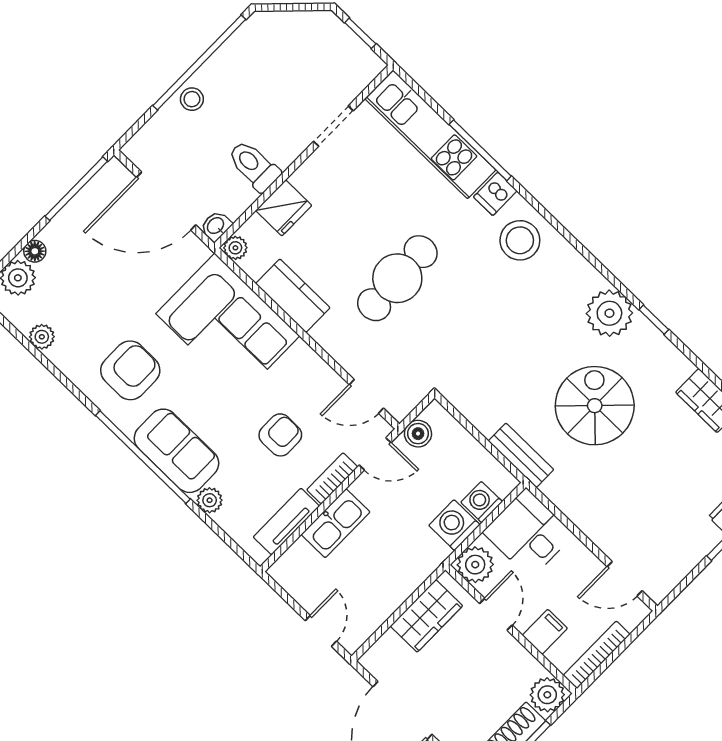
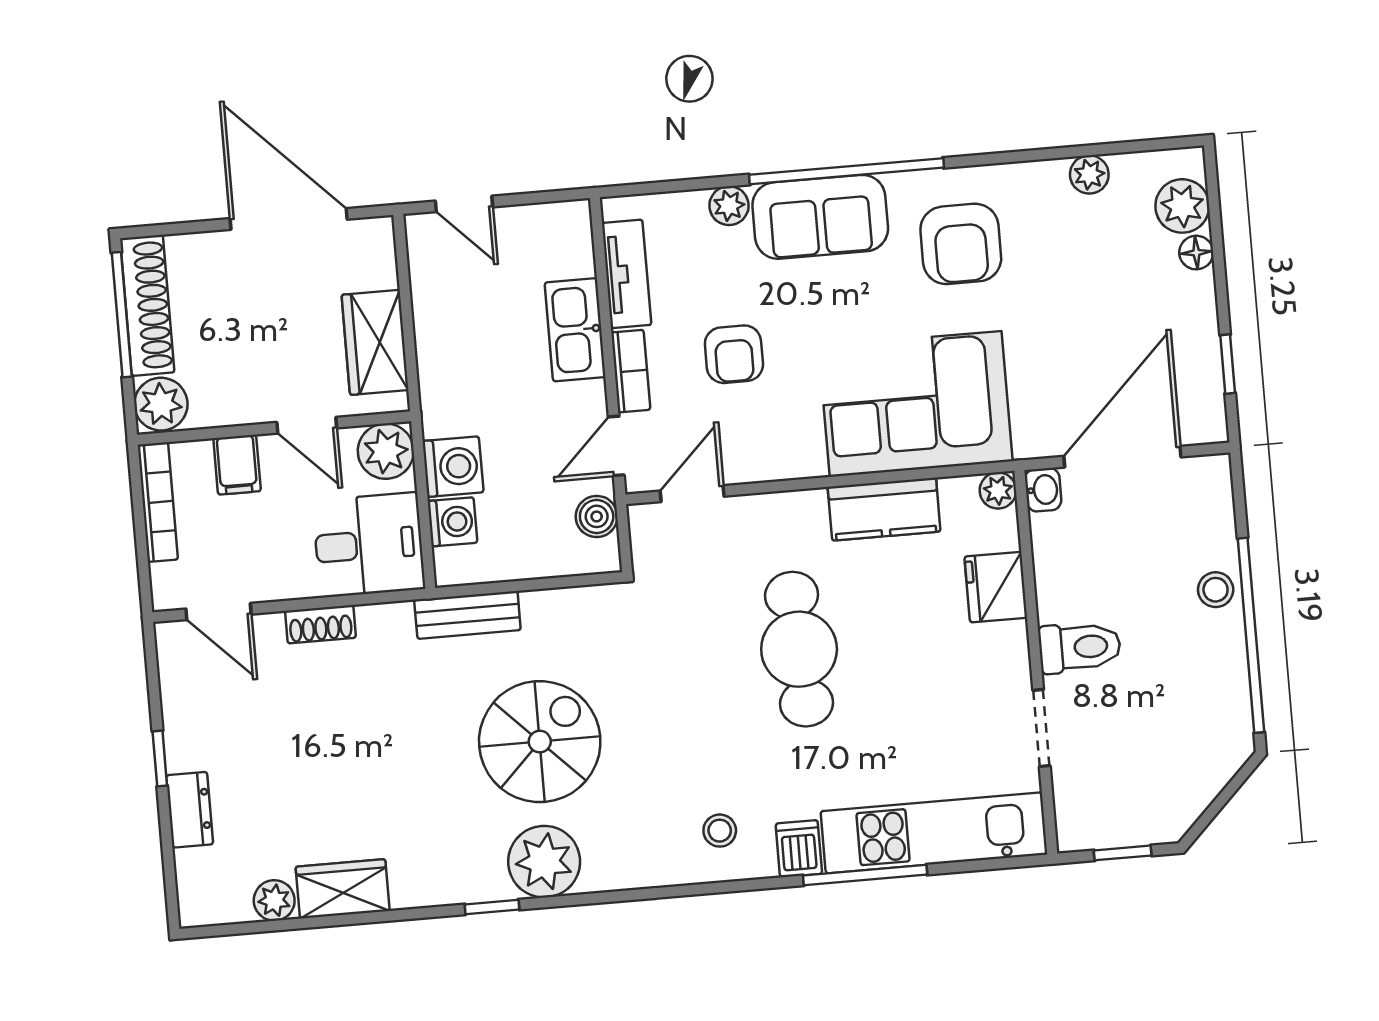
toilet: (254, 166) -> (1080, 647), moved
window: (76, 189) -> (1228, 364), width x0.46
stool: (520, 240) -> (720, 831), width x0.53, depth x0.53
spiral stairs: (595, 406) -> (540, 742), moved, turned -90
shoe rack: (588, 523) -> (320, 624), added
door: (625, 579) -> (219, 612), swing flipped

